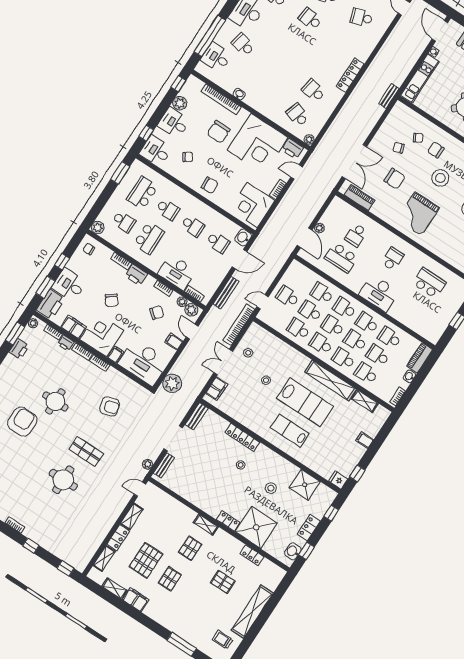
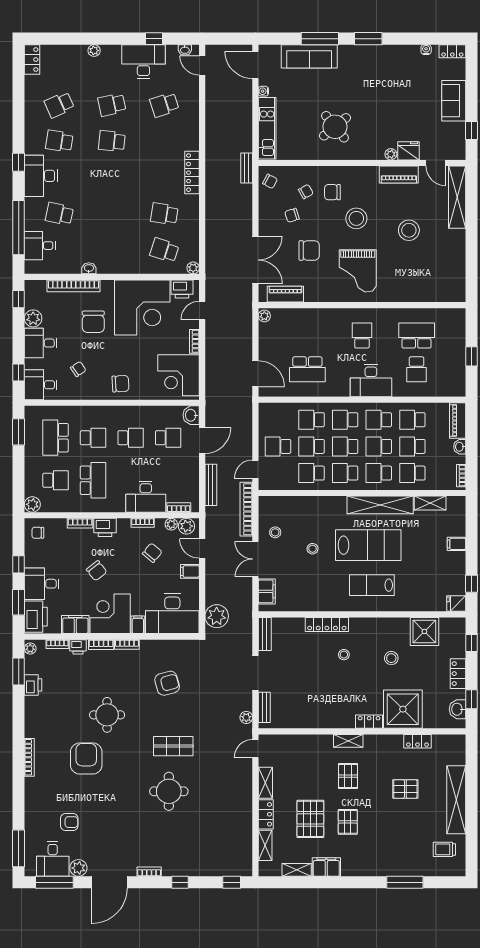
chair: (399, 115) -> (270, 181), added
plant: (319, 228) -> (264, 316), moved
school desk: (356, 235) -> (417, 369), moved

